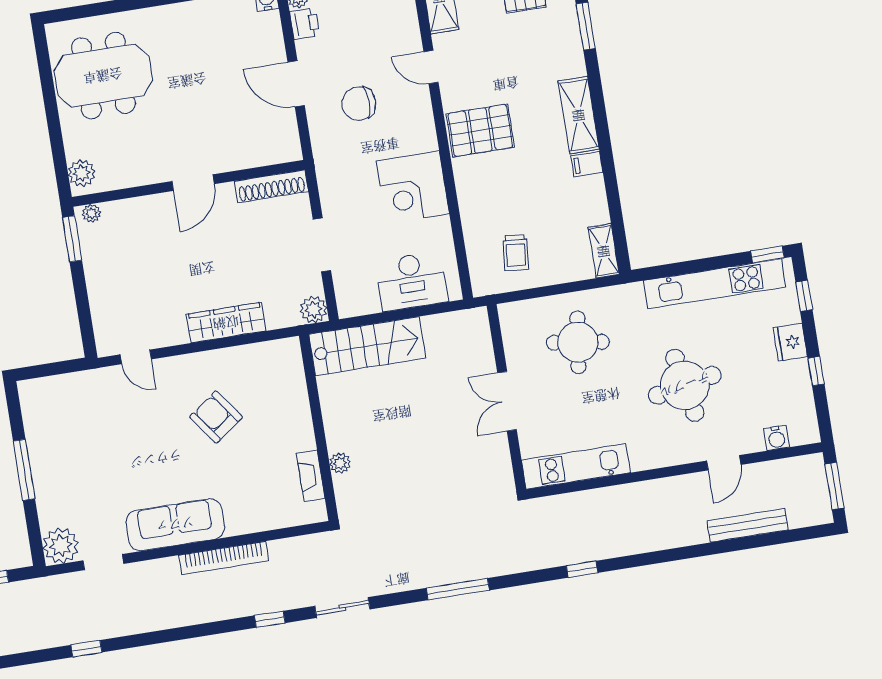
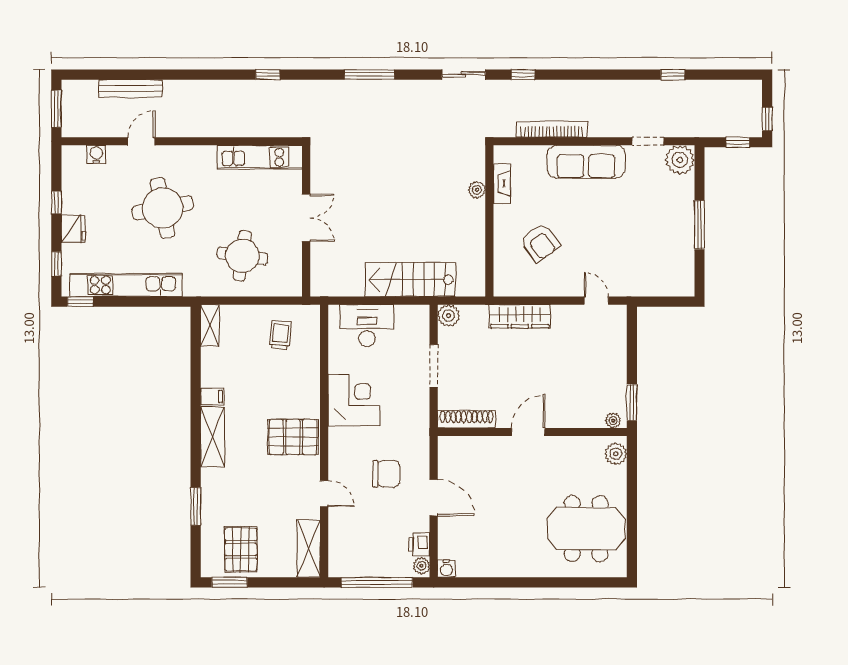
wall: (319, 428) -> (489, 221), moved
plant: (340, 463) -> (477, 190), moved
fireplace: (311, 476) -> (502, 184), moved

